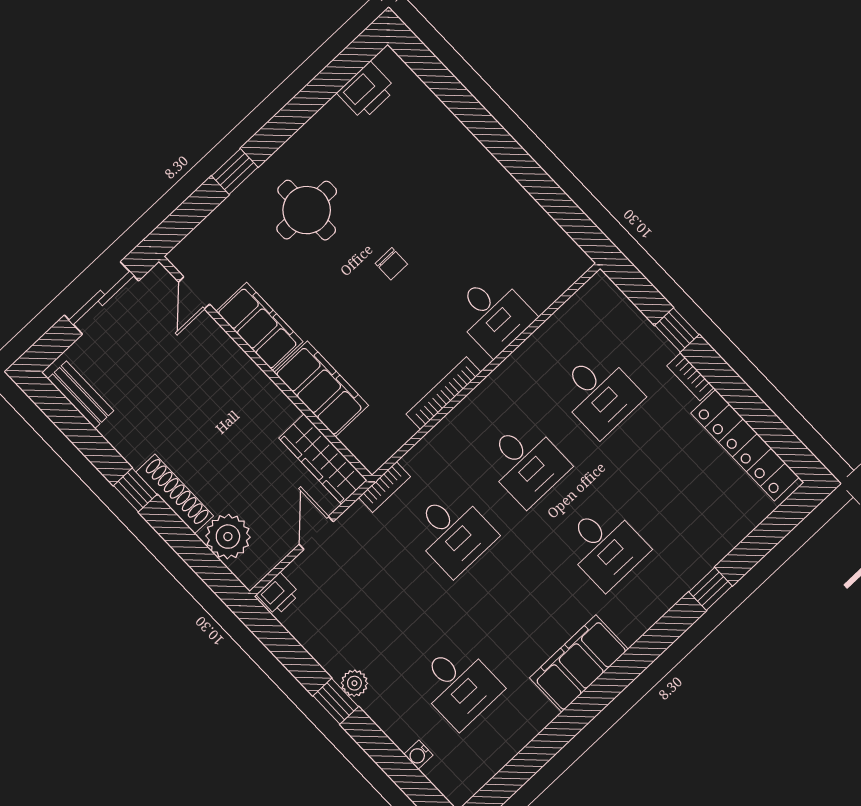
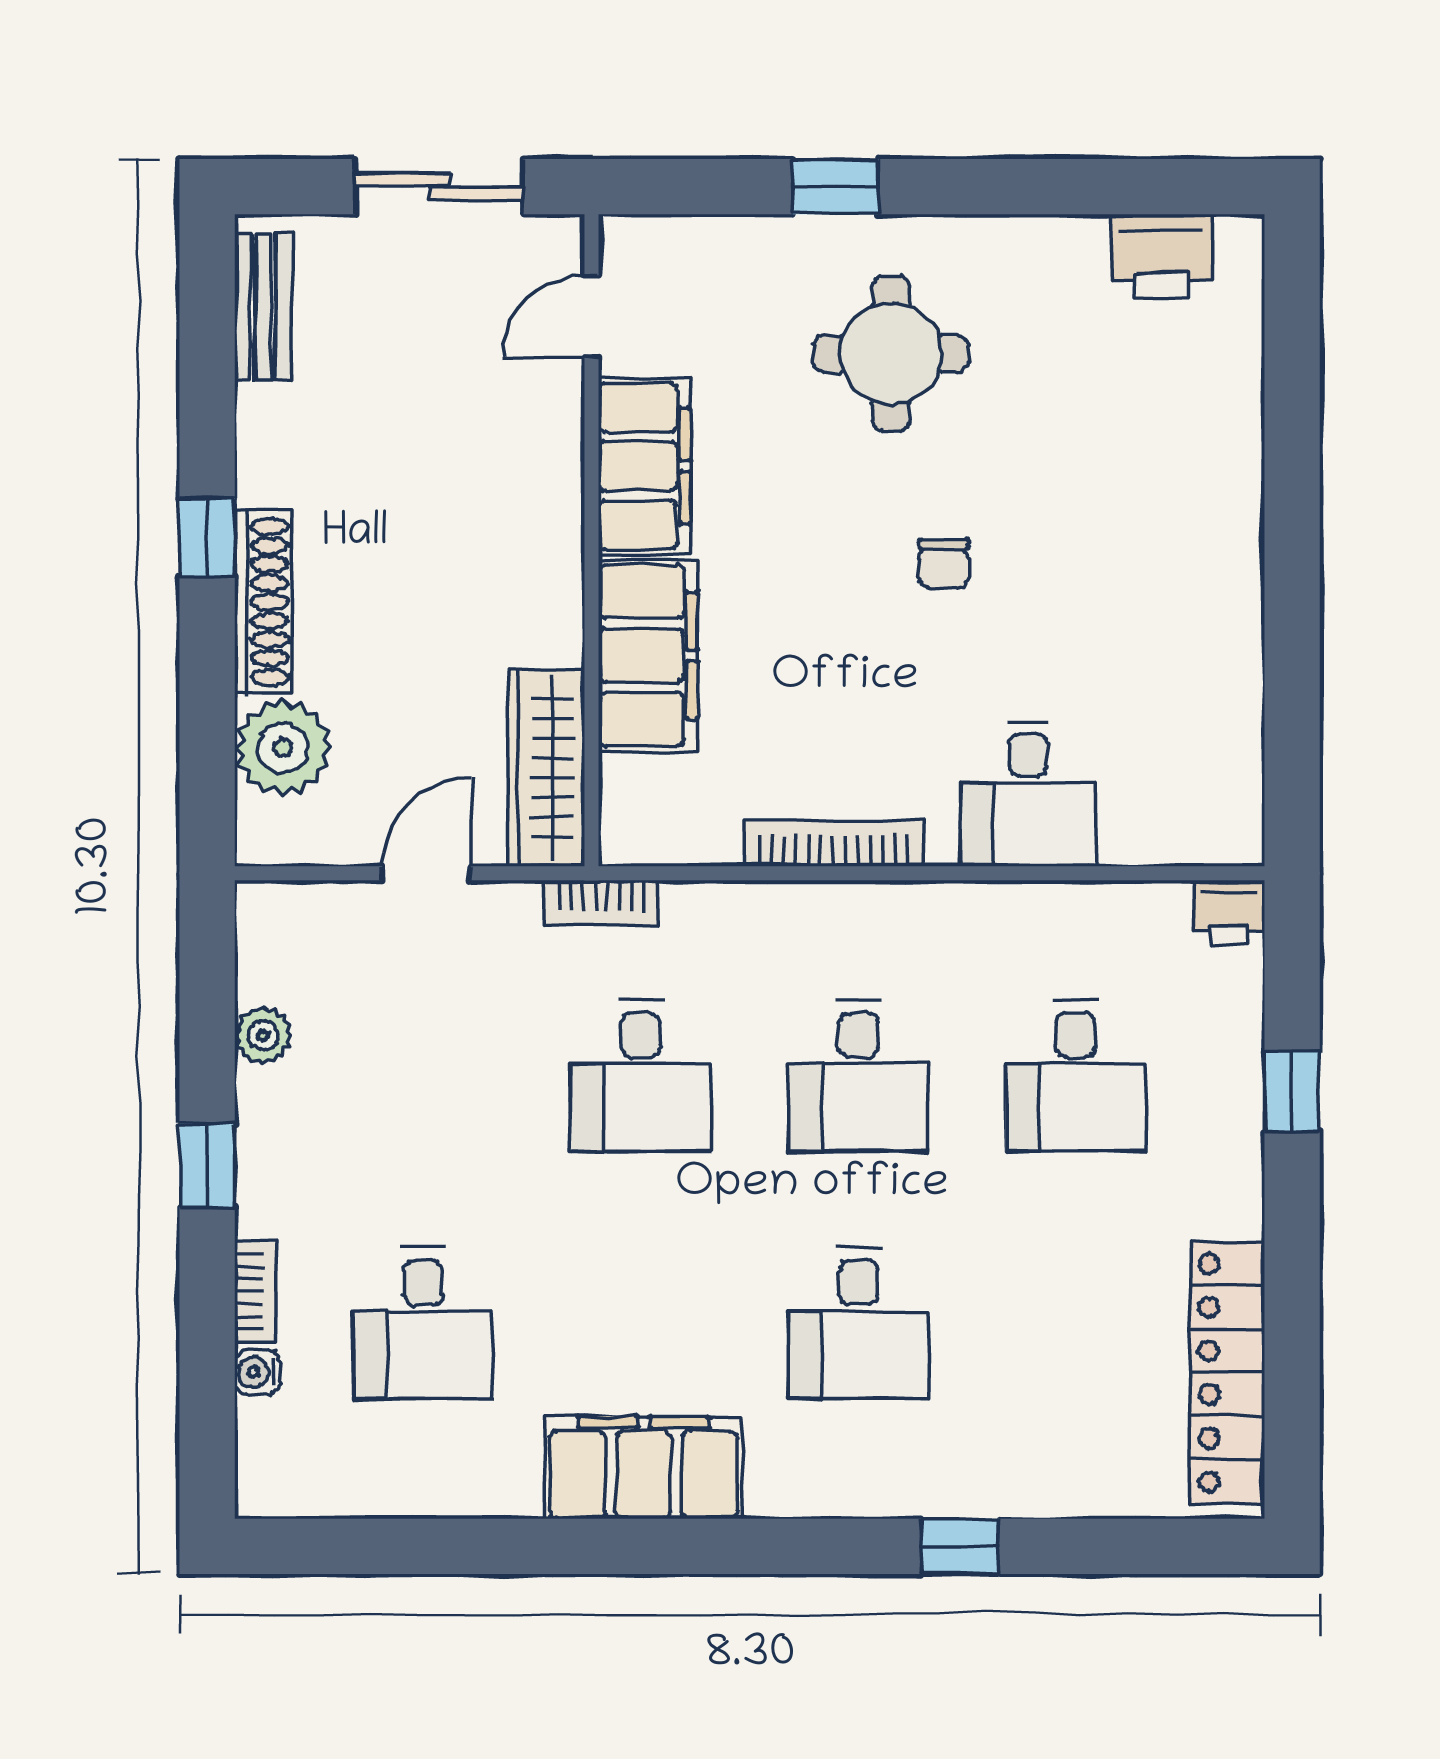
bookcase: (690, 377) -> (255, 1292), moved, turned 180
printer: (278, 594) -> (1229, 913), moved
plant: (354, 683) -> (263, 1036), moved

